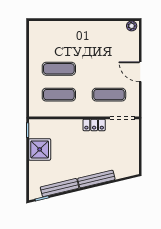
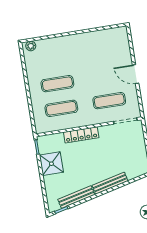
plant: (132, 26) -> (31, 46), moved
locker: (94, 125) -> (81, 135), moved, width x1.53

